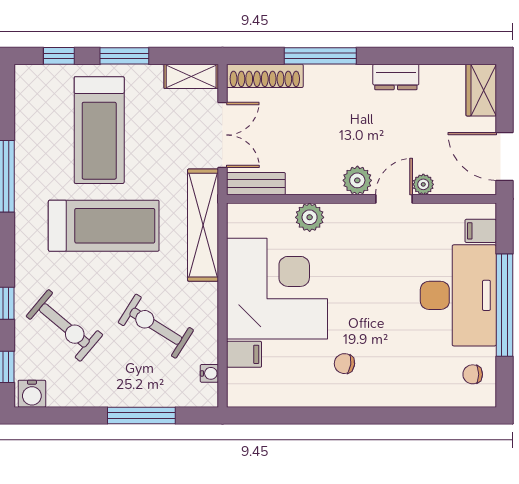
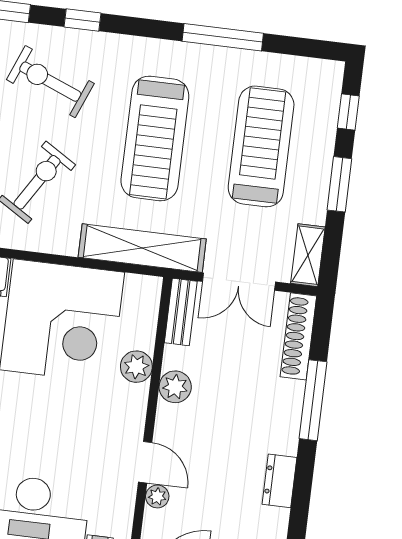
treadmill: (99, 130) -> (261, 146), turned 90
plant: (357, 180) -> (175, 387), moved
exercise bike: (64, 325) -> (50, 82), turned 72

